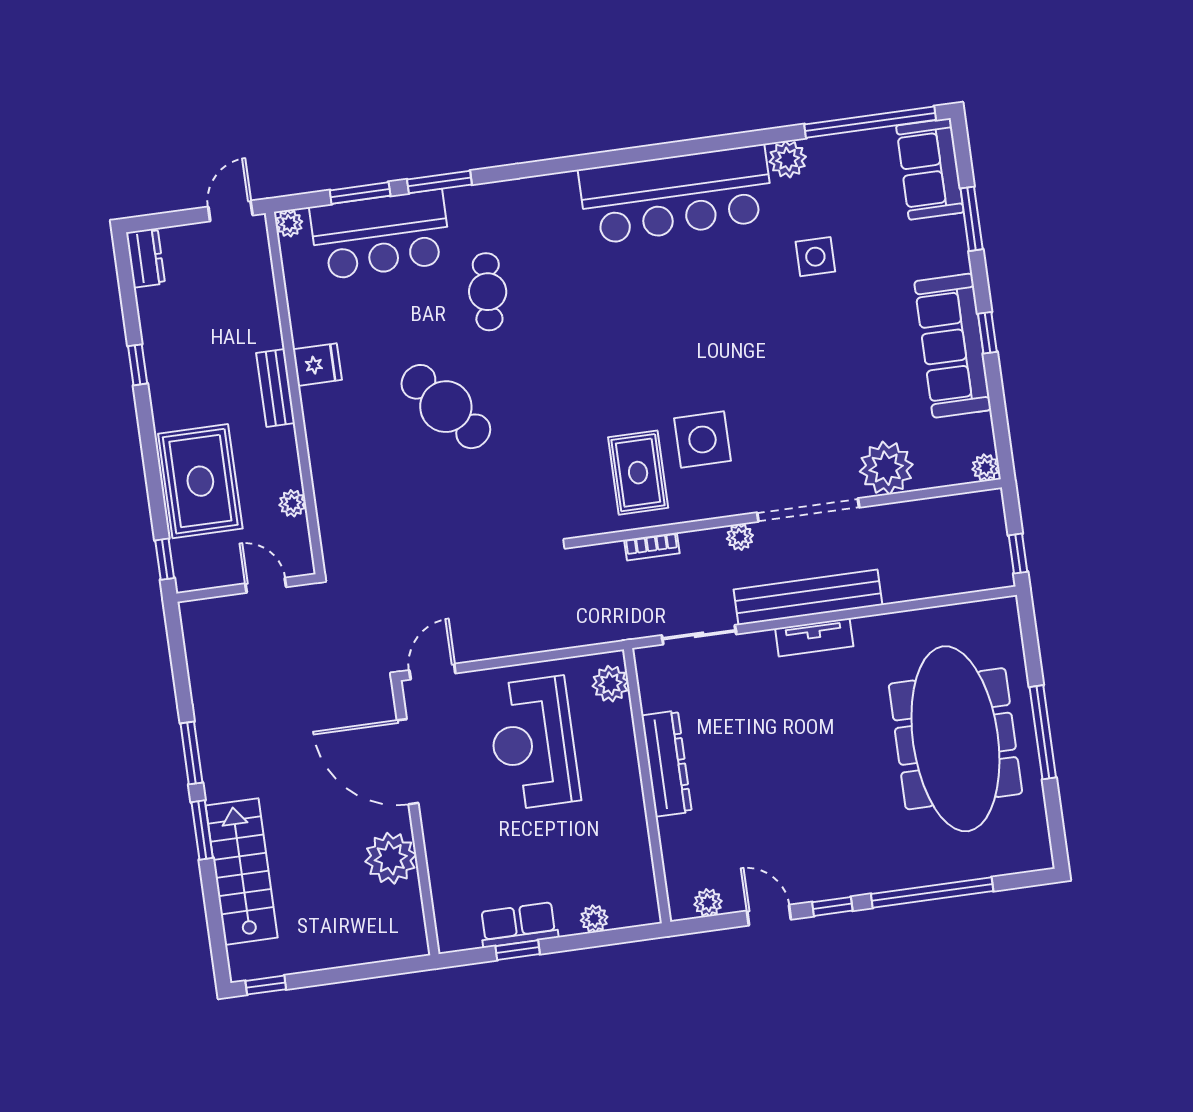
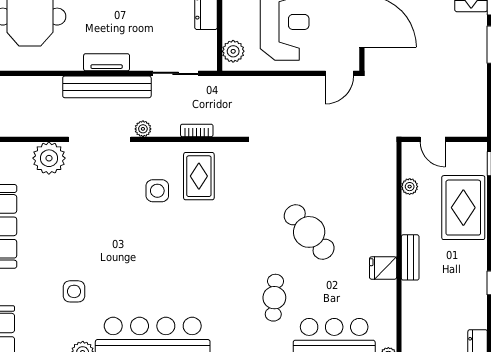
side table: (702, 439) -> (157, 191), width x0.73, depth x0.73

